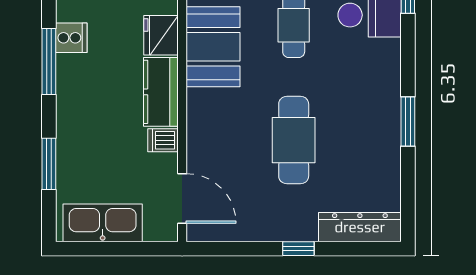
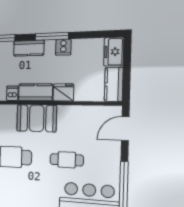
booth: (213, 47) -> (37, 118), moved
kitchen counter: (71, 108) -> (29, 48), added

